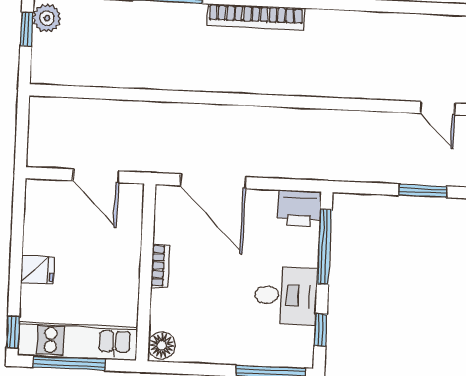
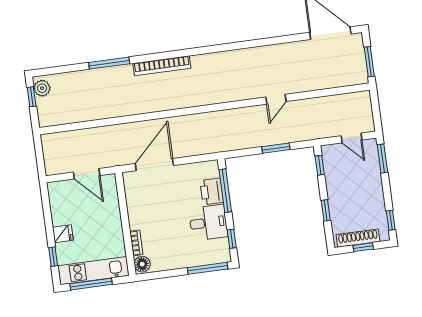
door: (438, 108) -> (276, 99), hinge flipped
door: (213, 181) -> (154, 165), swing flipped
printer: (299, 208) -> (212, 192), moved, turned 90
bookcase: (160, 266) -> (136, 243), moved
window: (13, 332) -> (53, 257), moved

